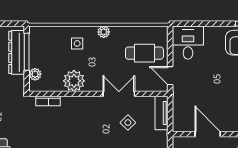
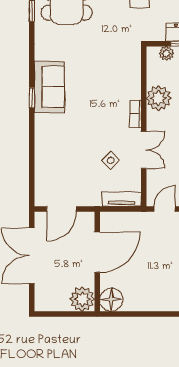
bookcase: (48, 101) -> (135, 114), moved
door: (208, 134) -> (97, 252), width x1.36

